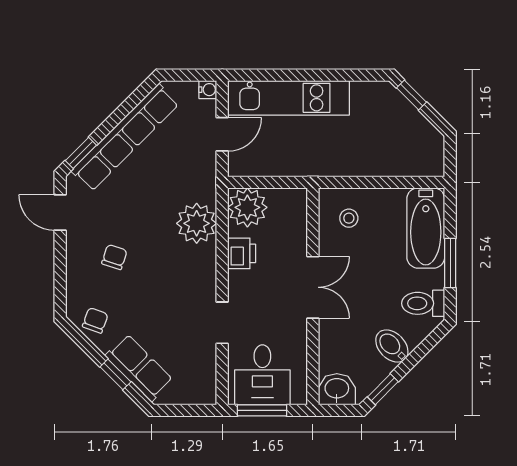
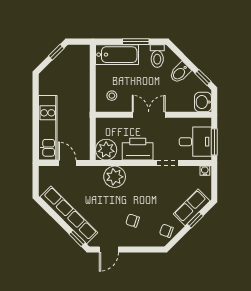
water cooler: (208, 90) -> (205, 171), moved
window: (412, 95) -> (56, 52), moved
printer: (242, 253) -> (138, 149), width x1.87, depth x1.48

